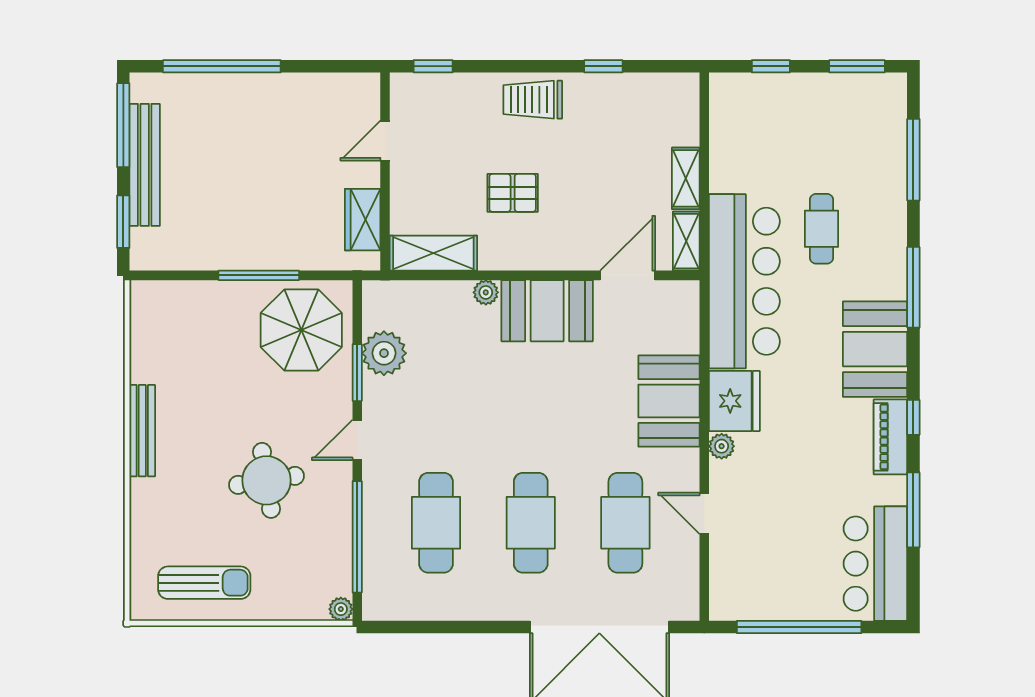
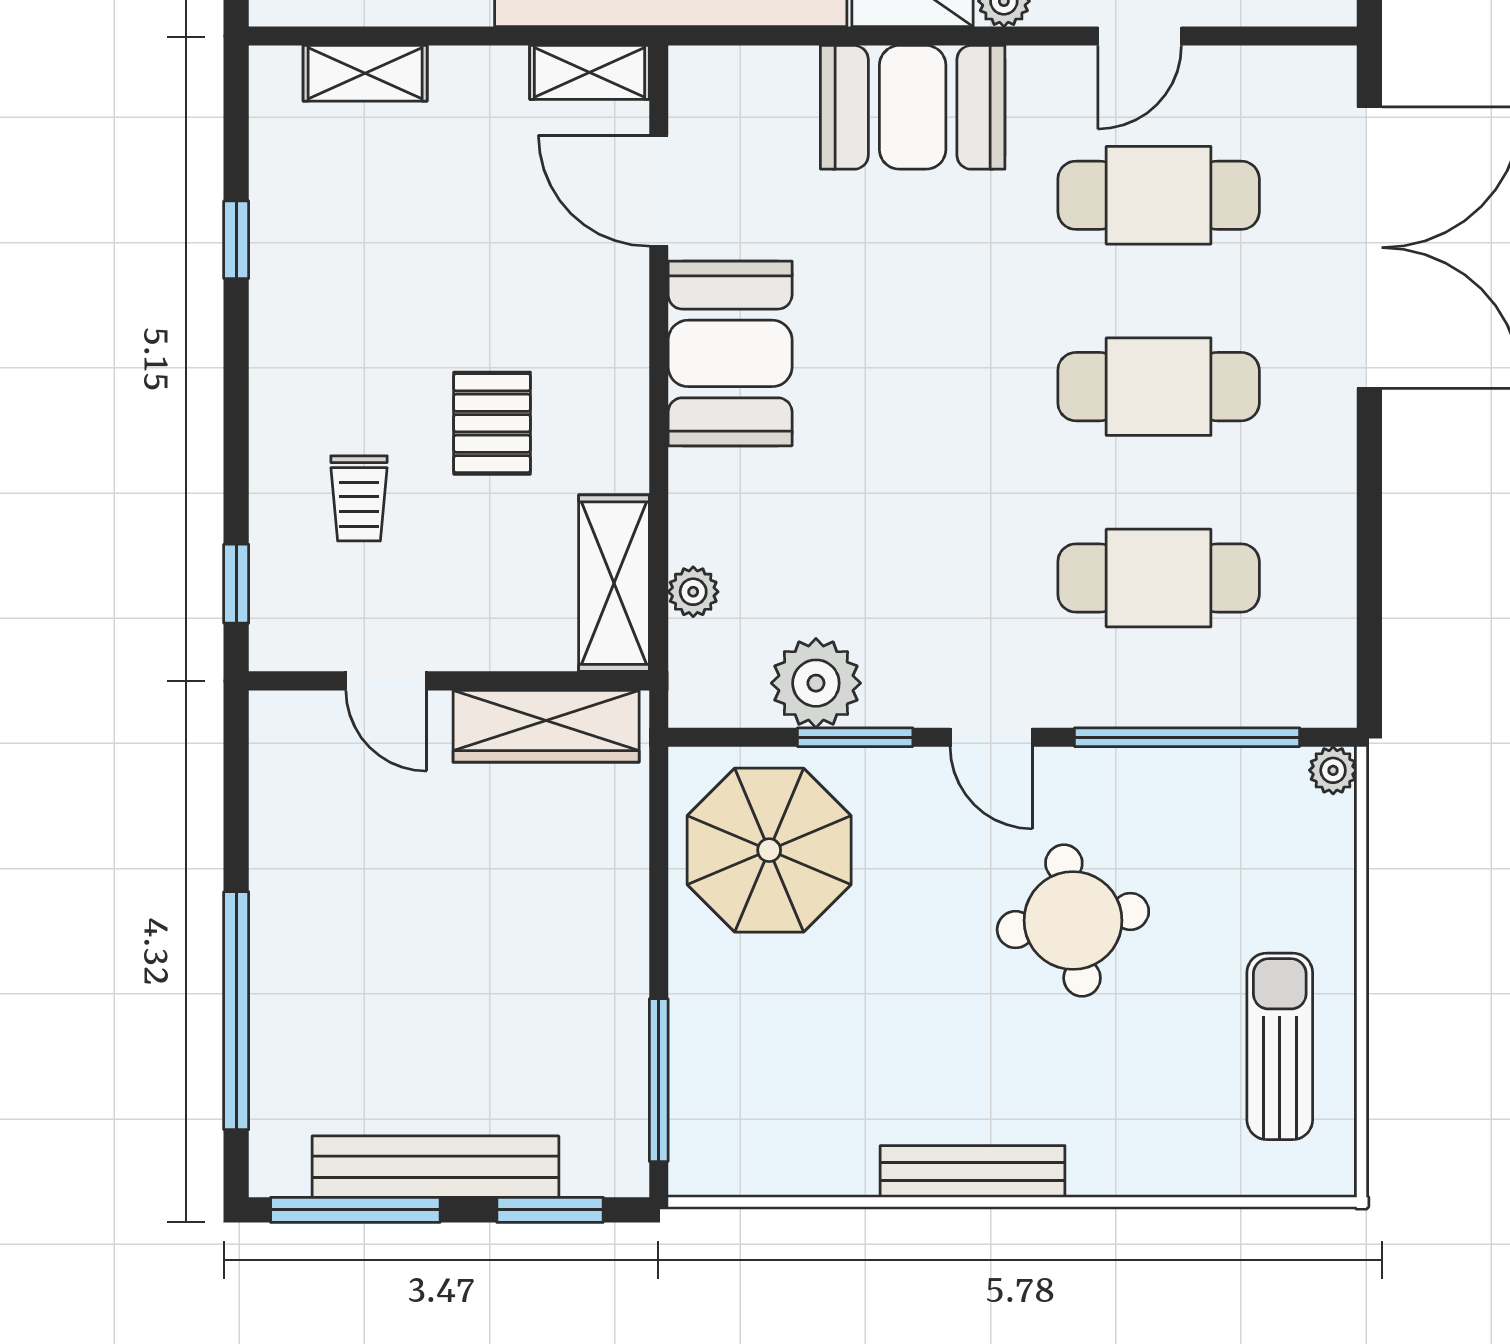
trolley: (533, 100) -> (359, 498), moved, width x0.73, depth x0.72
shelving: (686, 178) -> (365, 73), moved
wardrobe: (363, 220) -> (546, 726), width x1.50
window: (259, 275) -> (659, 1080), moved
plant: (486, 292) -> (693, 592), moved

